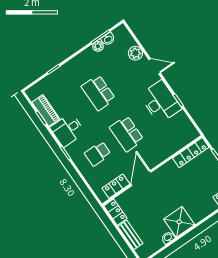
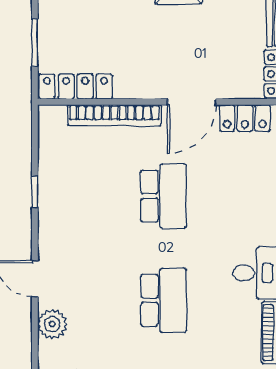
desk: (160, 102) -> (67, 210), removed
bookcase: (168, 152) -> (114, 115), added
school desk: (98, 154) -> (237, 196), removed

